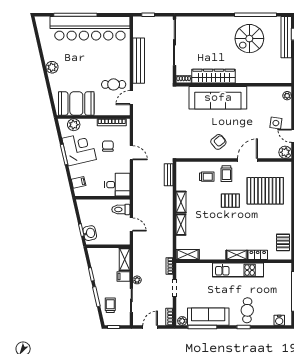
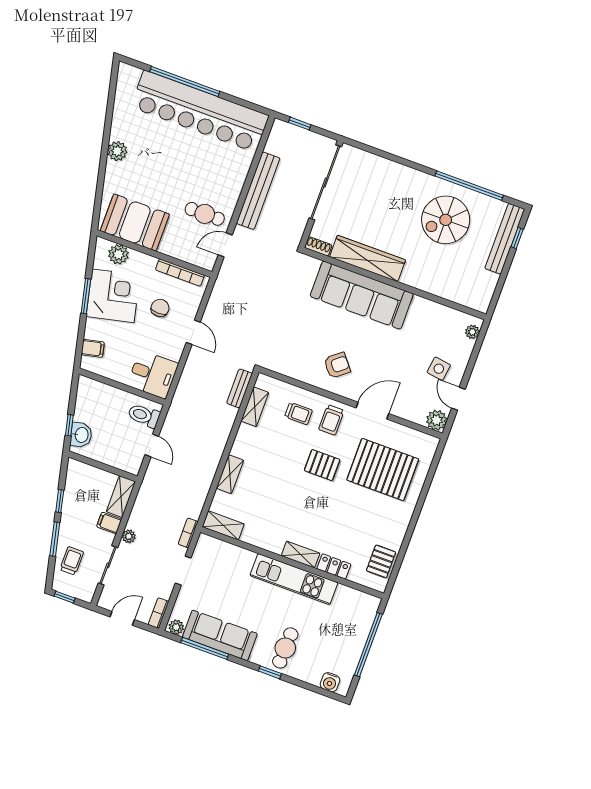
shelving: (181, 202) -> (255, 407), moved

